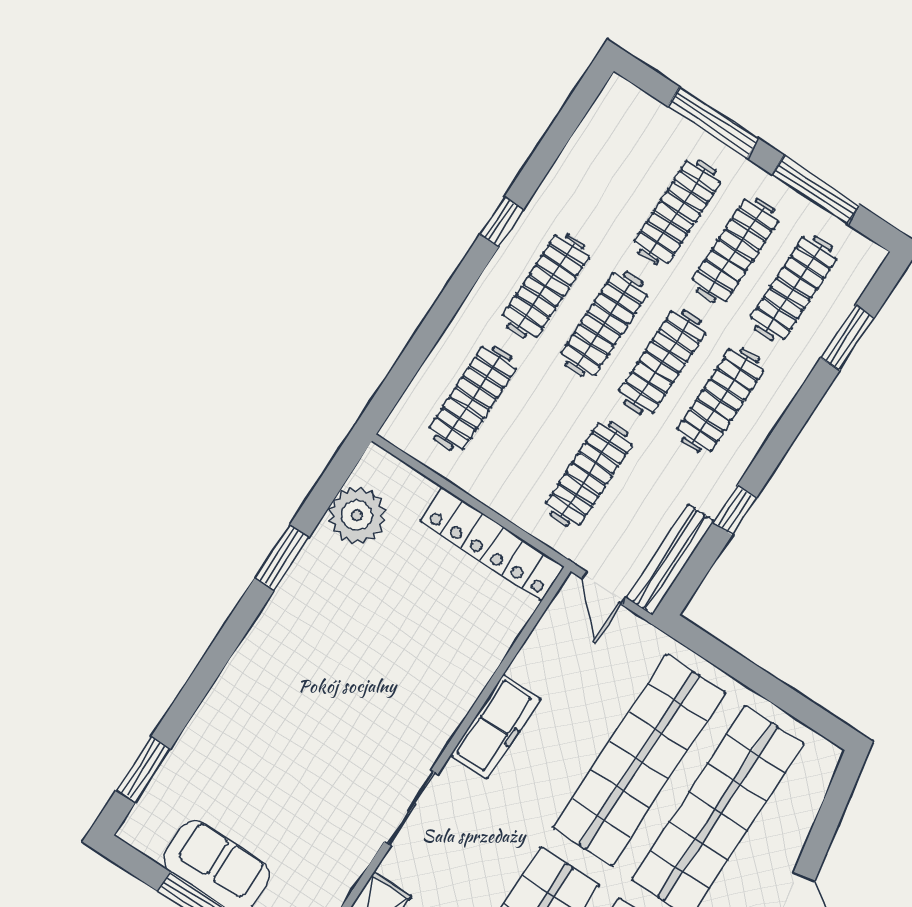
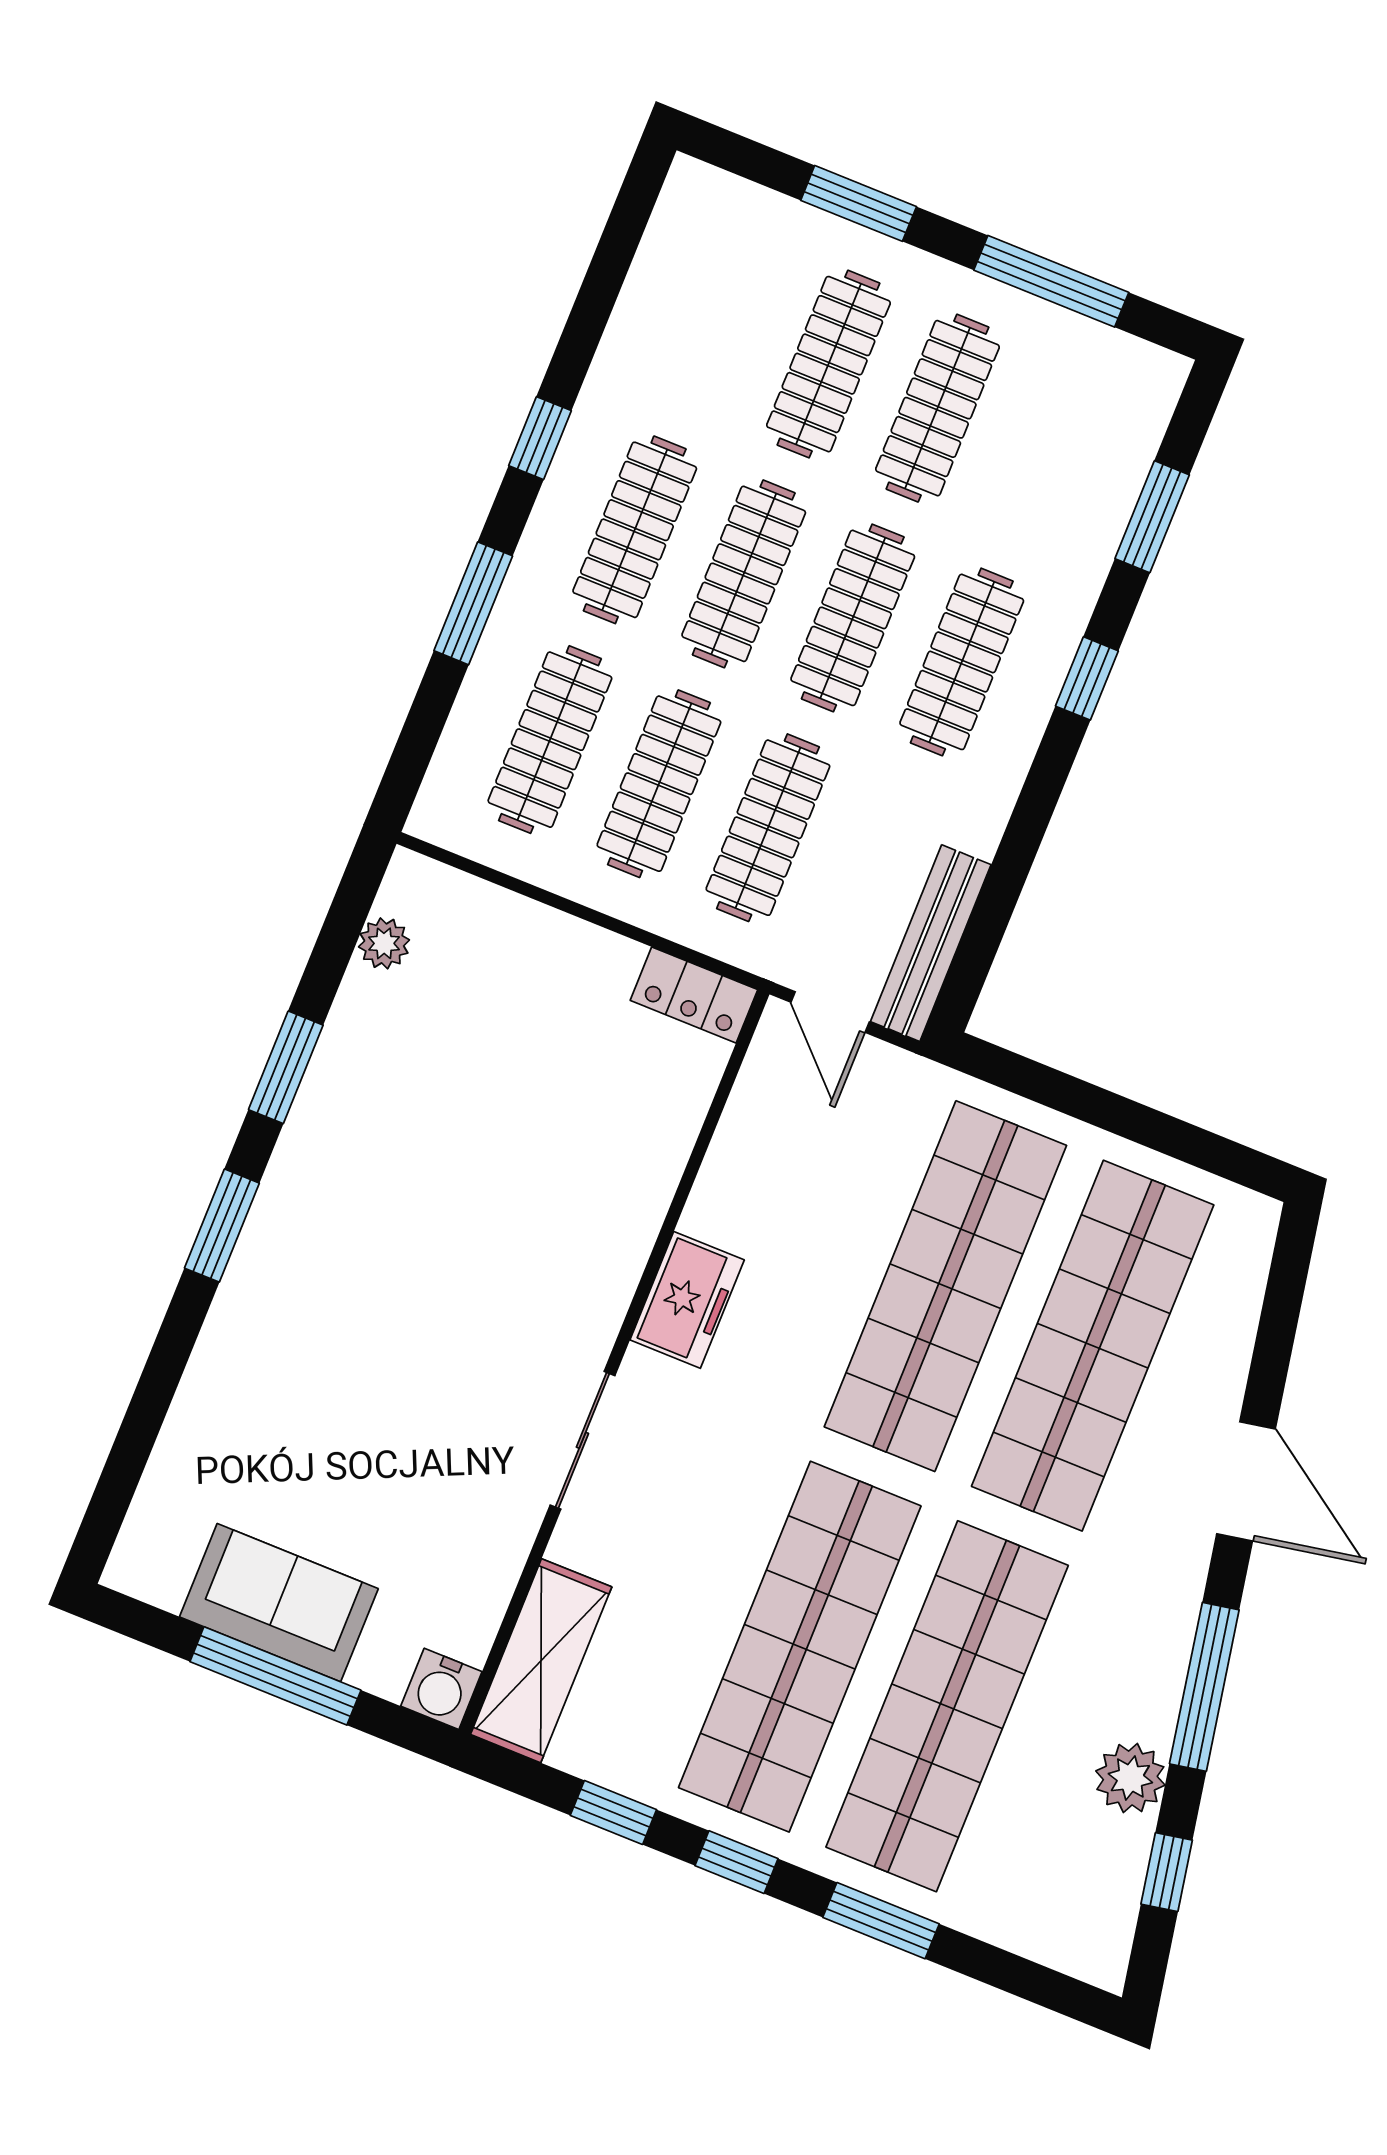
window: (713, 122) -> (859, 203), width x0.69
clothes rail: (794, 288) -> (659, 784), moved
window: (444, 310) -> (473, 603), added
window: (735, 510) -> (1087, 678), moved
plant: (357, 515) -> (384, 943), width x0.53, depth x0.53
locker: (492, 544) -> (694, 995), width x0.46, depth x0.83
freezer: (495, 727) -> (687, 1300), width x0.71
window: (143, 770) -> (222, 1226), moved

